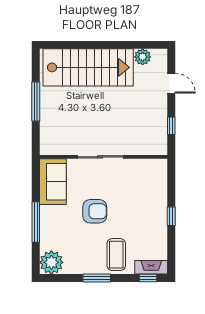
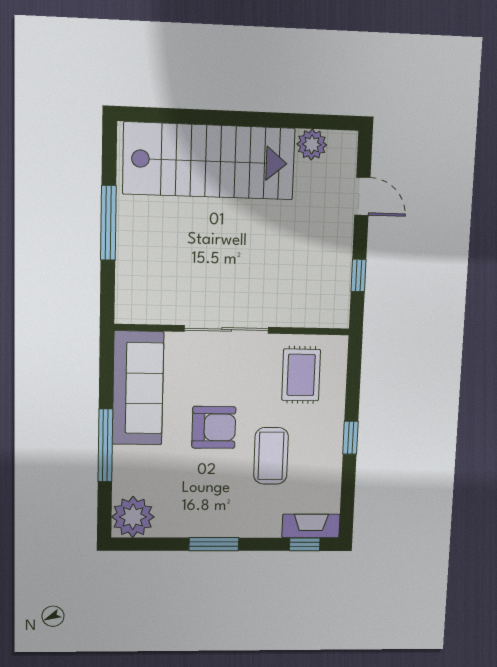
rug: (142, 181) -> (301, 375), added
sofa: (53, 182) -> (138, 388), width x1.36
coffee table: (116, 255) -> (271, 456), moved

